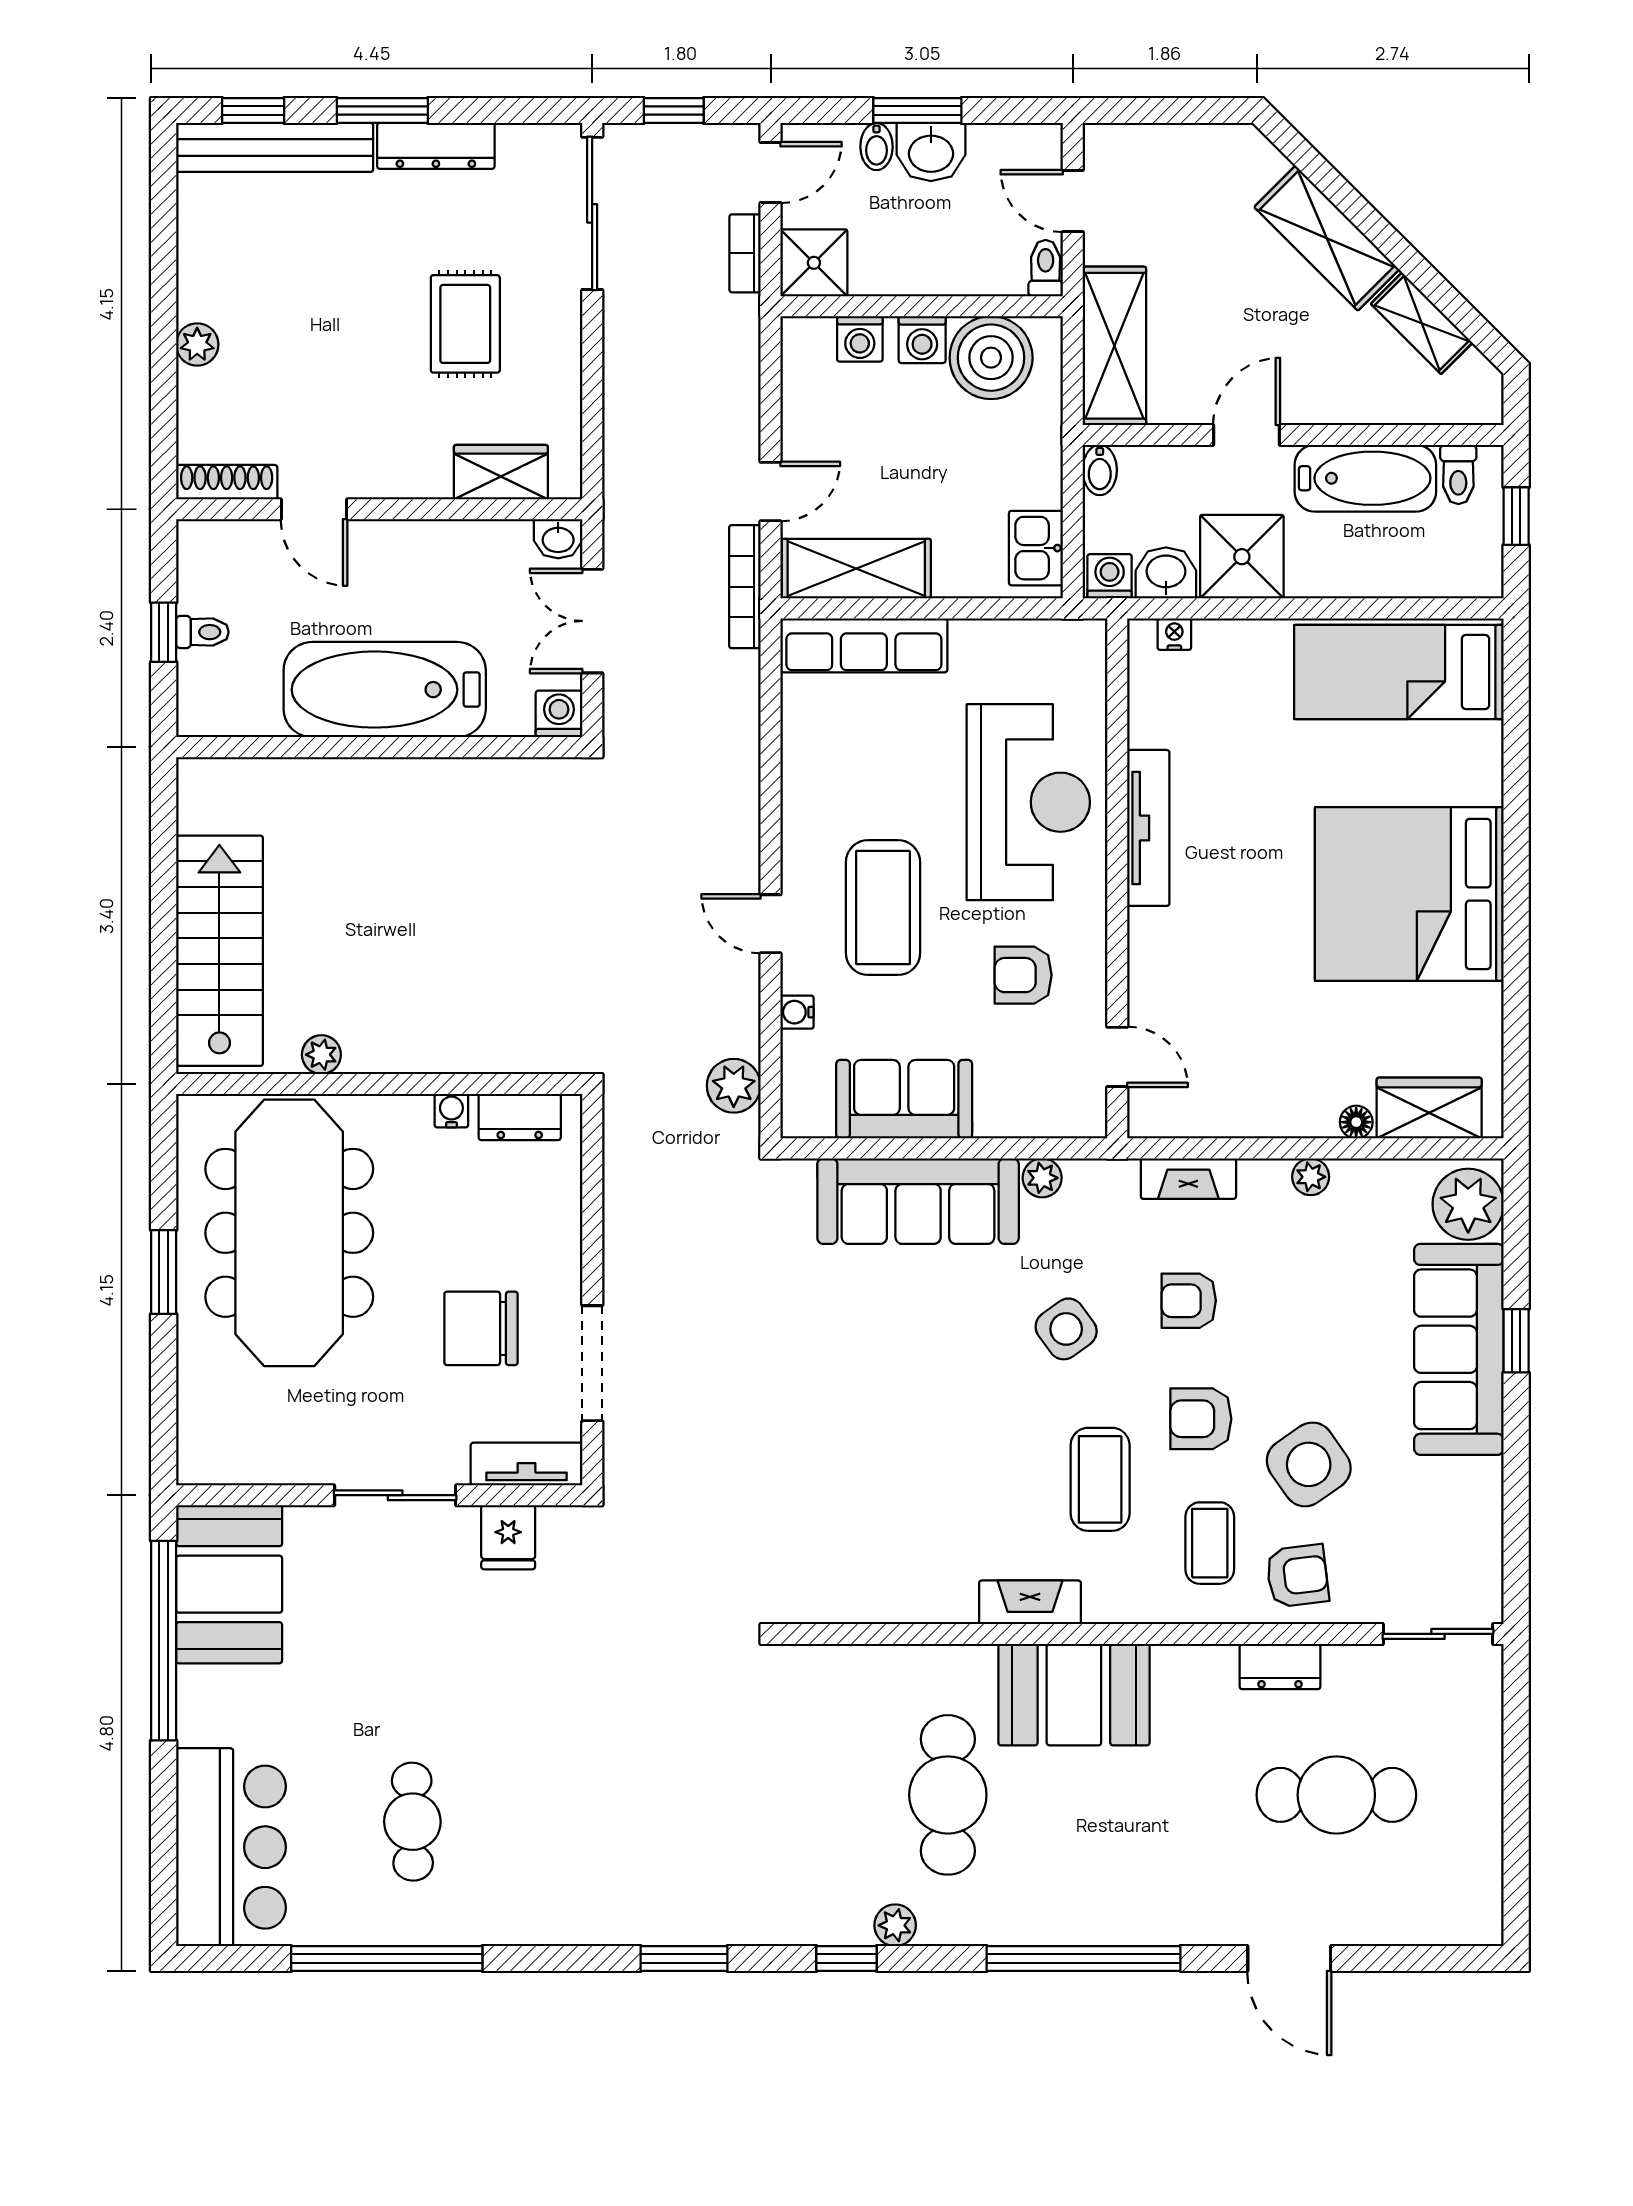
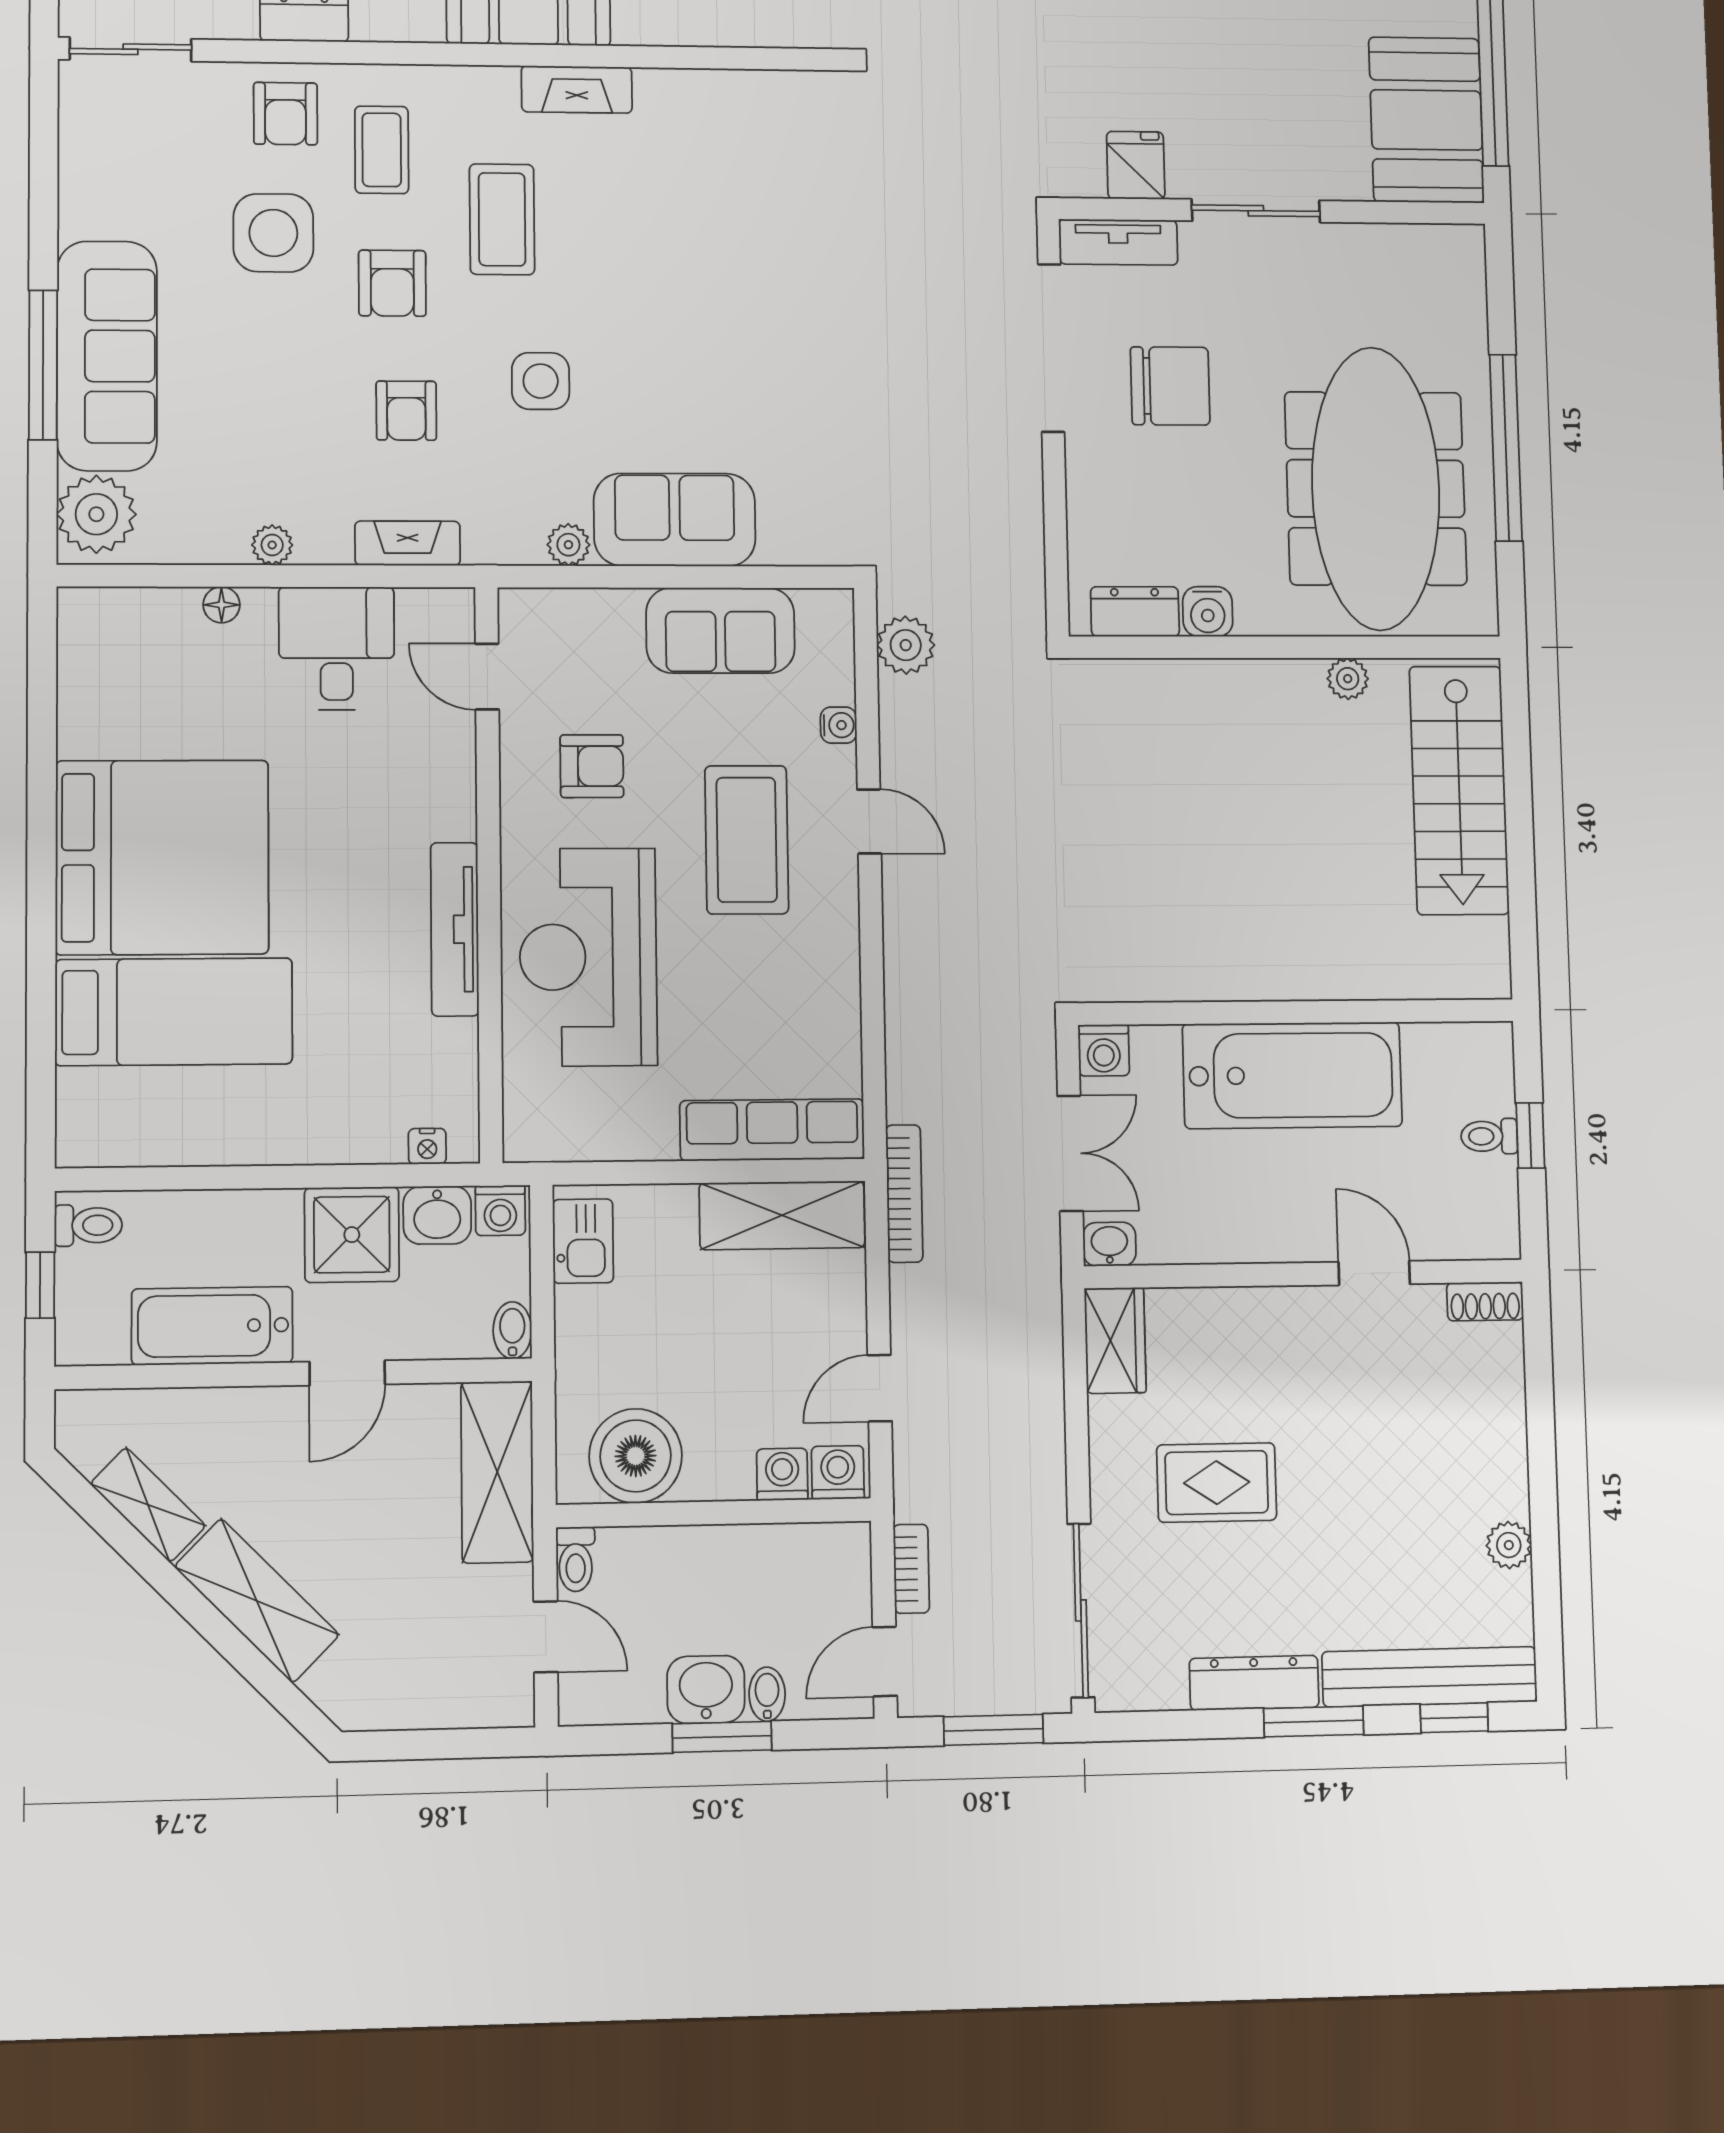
window: (674, 110) -> (994, 1730), width x1.50
shower: (814, 263) -> (835, 1560), removed
rug: (465, 324) -> (1217, 1483), turned 90
washing machine: (922, 340) -> (838, 1472), moved
plant: (197, 344) -> (1509, 1545), moved
wardrobe: (501, 472) -> (1115, 1340), moved, turned -90
toilet: (1458, 474) -> (88, 1225), moved, turned 90
shoe rack: (227, 482) -> (1485, 1301), width x0.70
door: (771, 492) -> (880, 1388), moved
bed: (1399, 672) -> (174, 1012), moved
desk: (1253, 1083) -> (337, 648), added
wardrobe: (1429, 1108) -> (140, 620), removed
water cooler: (451, 1111) -> (1208, 612), width x1.38, depth x1.38
sofa: (918, 1201) -> (675, 520), width x0.73
window: (164, 1272) -> (1506, 448), width x2.11
armchair: (1189, 1301) -> (406, 411), turned 90
side table: (1066, 1329) -> (541, 381), turned 36
window: (1516, 1341) -> (43, 365), width x2.17
doorway: (592, 1363) -> (1051, 348), width x1.36
armchair: (1201, 1419) -> (392, 283), turned 90
side table: (1309, 1464) -> (273, 233), turned 35
armchair: (1297, 1576) -> (285, 114), turned -83

